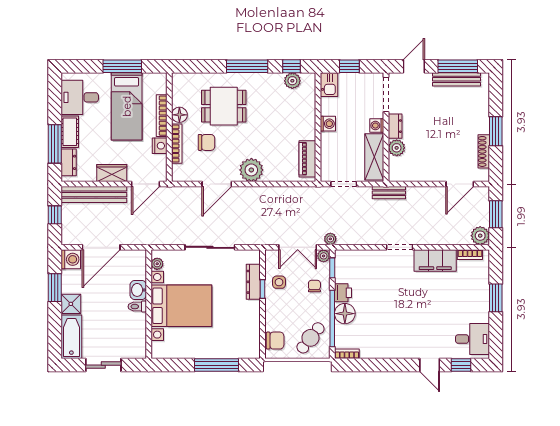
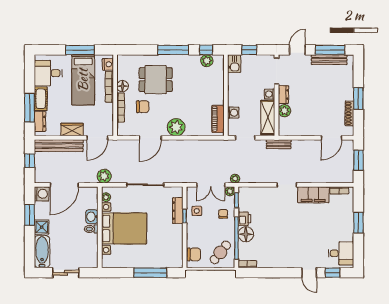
washing machine: (328, 124) -> (233, 113), moved
nightstand: (160, 146) -> (108, 64), moved
plant: (480, 236) -> (104, 176), moved

